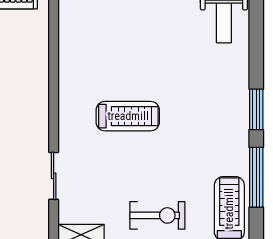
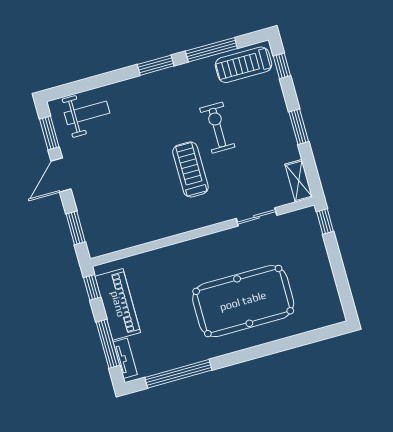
exercise bike: (157, 215) -> (217, 128), moved

